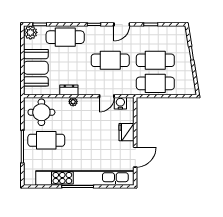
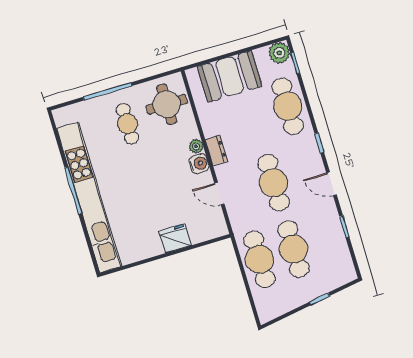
dresser: (69, 90) -> (216, 150), moved
water cooler: (120, 103) -> (199, 164), moved
cafe table: (46, 140) -> (128, 124), width x0.73, depth x0.74
door: (135, 157) -> (142, 262), removed

